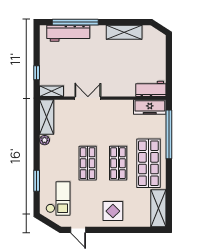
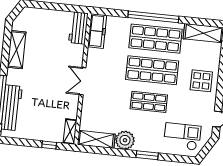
double door: (88, 98) -> (82, 81), moved
window: (169, 134) -> (153, 17), moved
plant: (45, 140) -> (125, 140), width x1.88, depth x1.88
shop shelf: (118, 163) -> (152, 70), width x1.43, depth x1.36
window: (37, 181) -> (147, 155), moved

